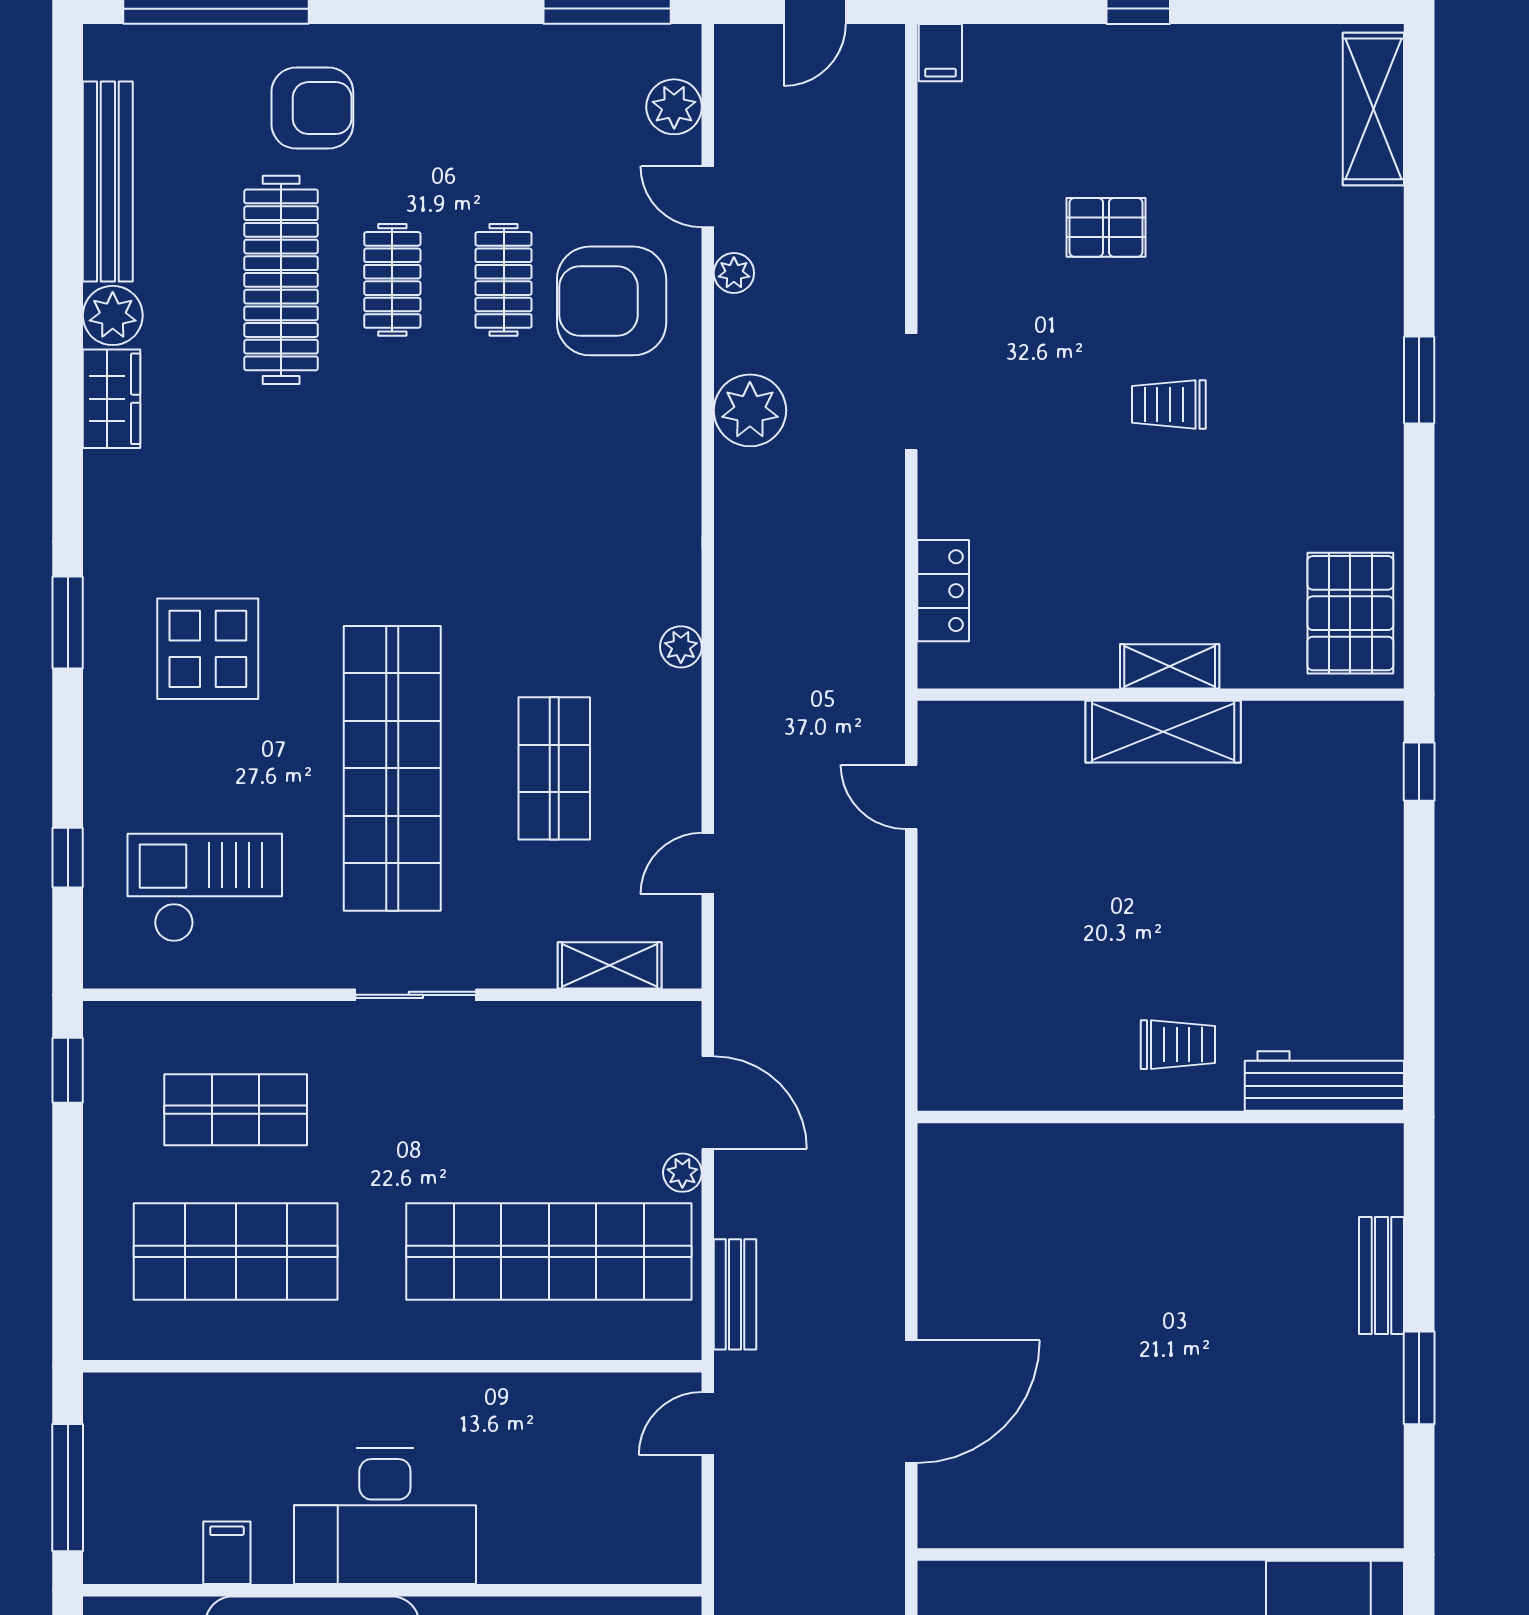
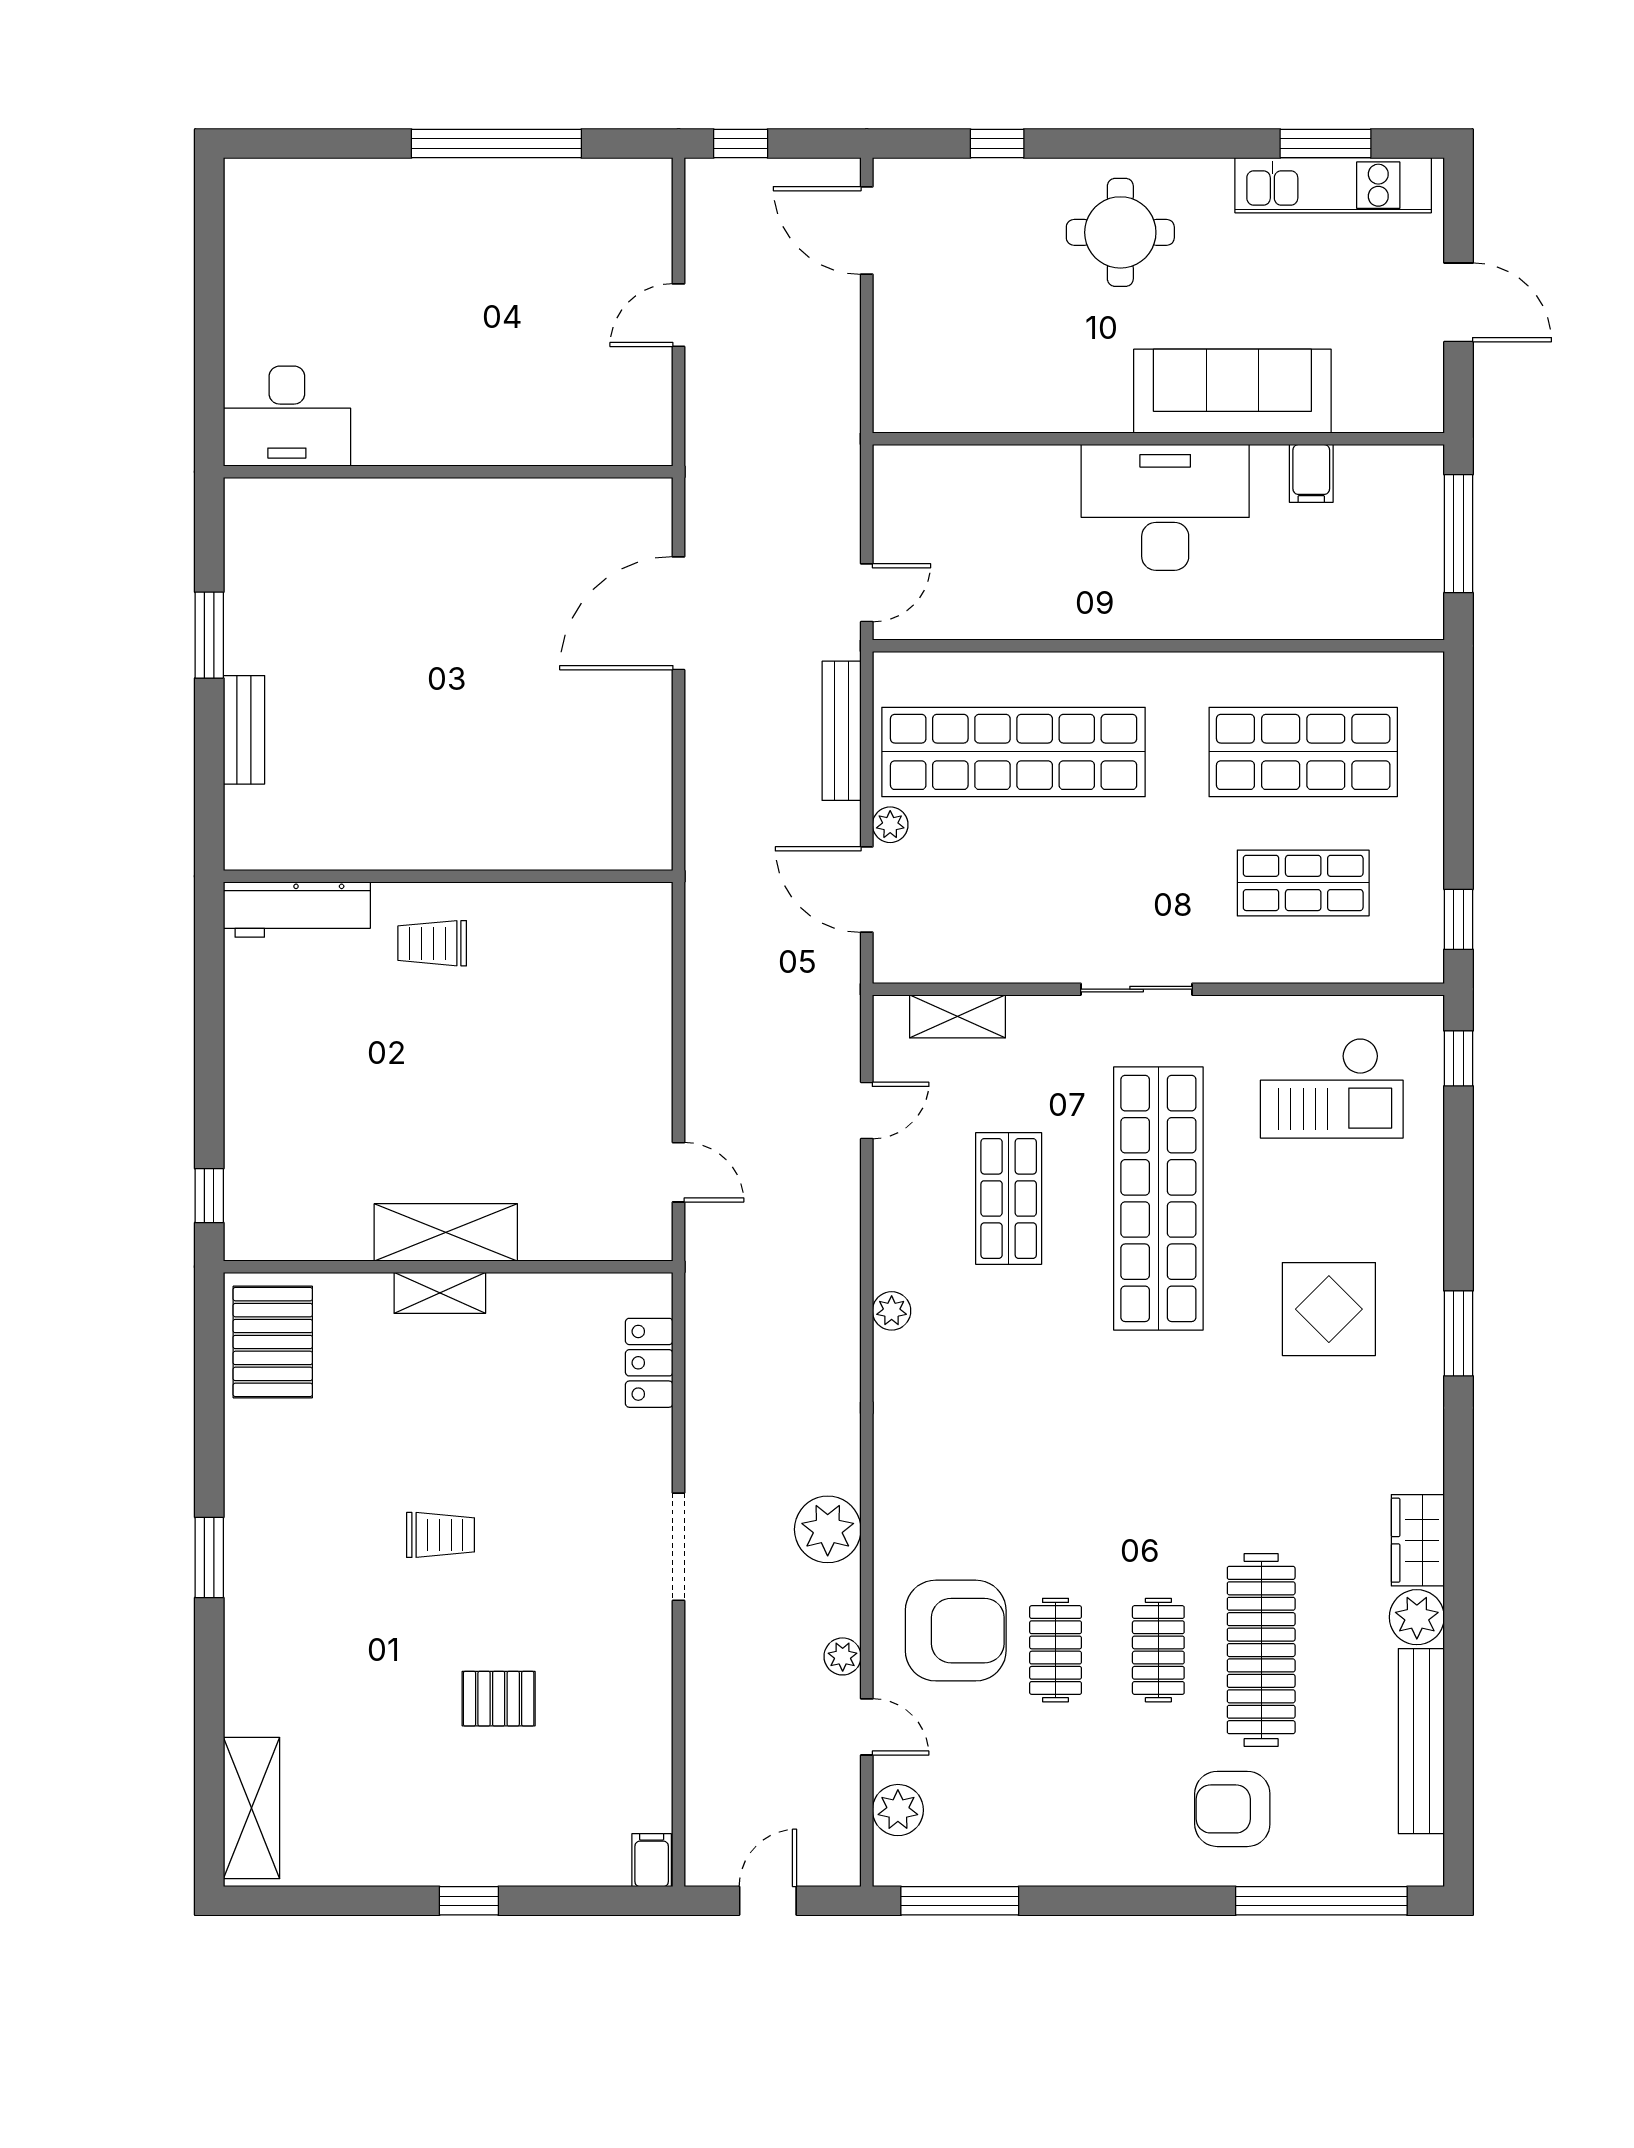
window: (68, 858) -> (1458, 1058), moved
bench: (735, 1294) -> (842, 731), width x1.36

